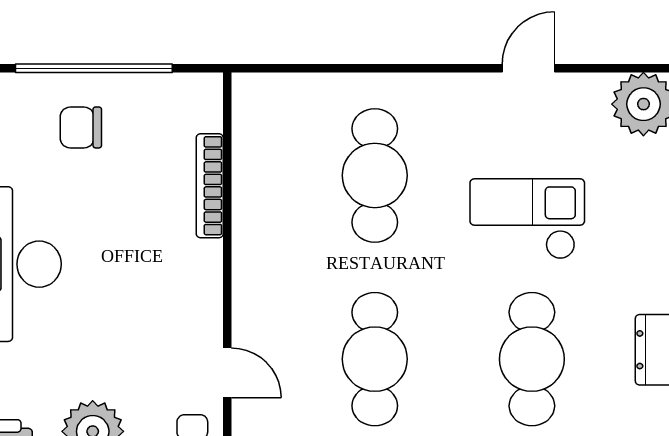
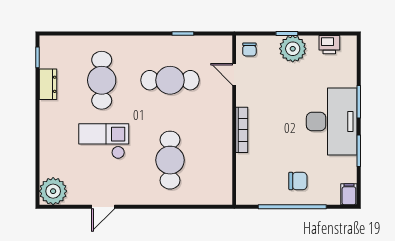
bookcase: (210, 186) -> (242, 130), moved
checkout: (527, 219) -> (104, 141), turned 180
cafe table: (375, 359) -> (170, 80), turned 90

